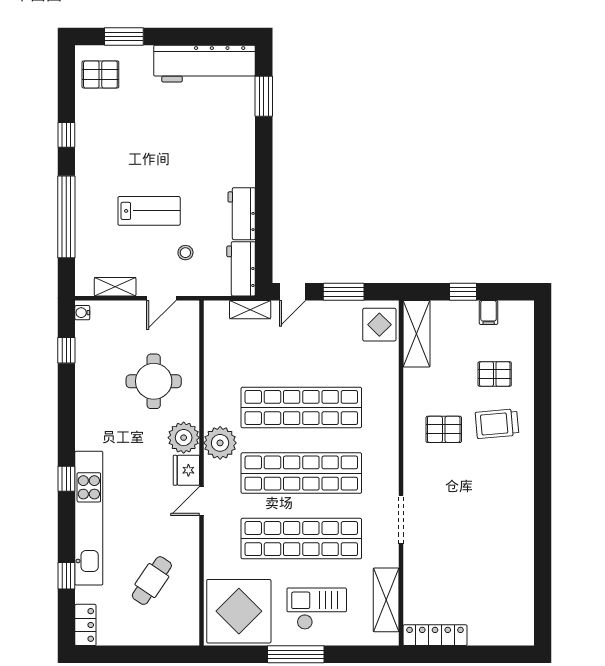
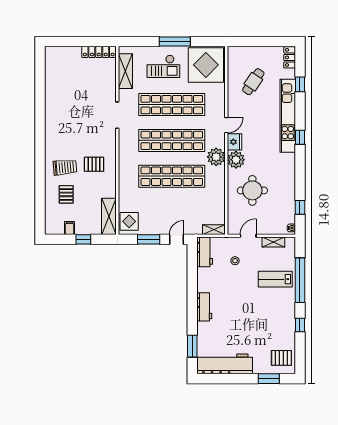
lab bench: (149, 211) -> (275, 279), moved
workbench: (242, 214) -> (204, 307), moved
shelving: (250, 310) -> (214, 230), moved
pallet: (495, 374) -> (66, 194), turned 90

